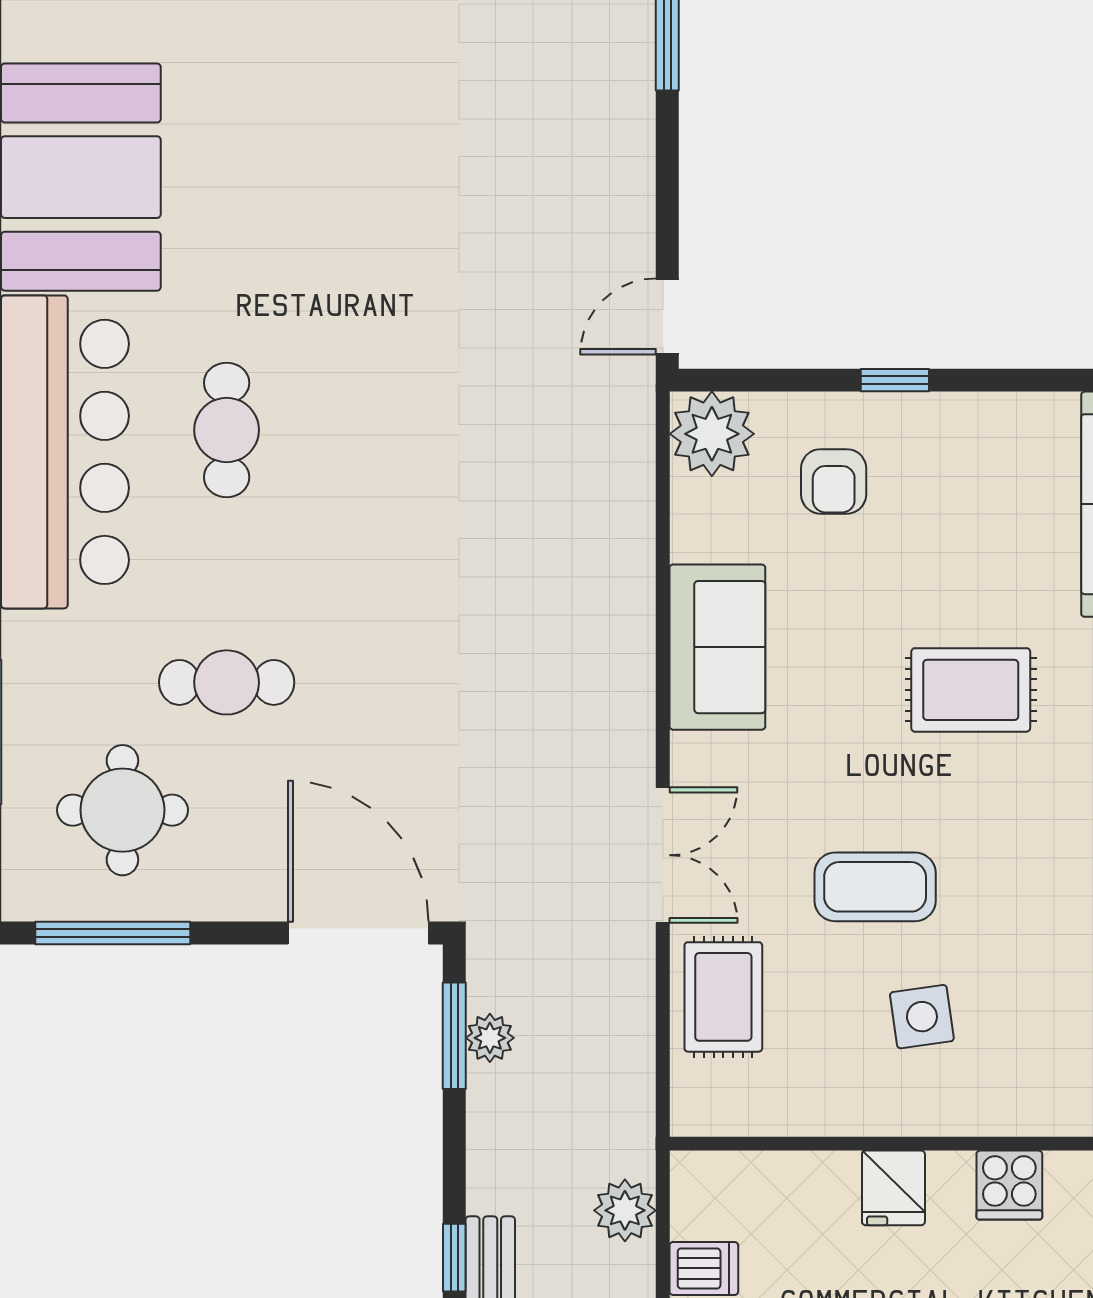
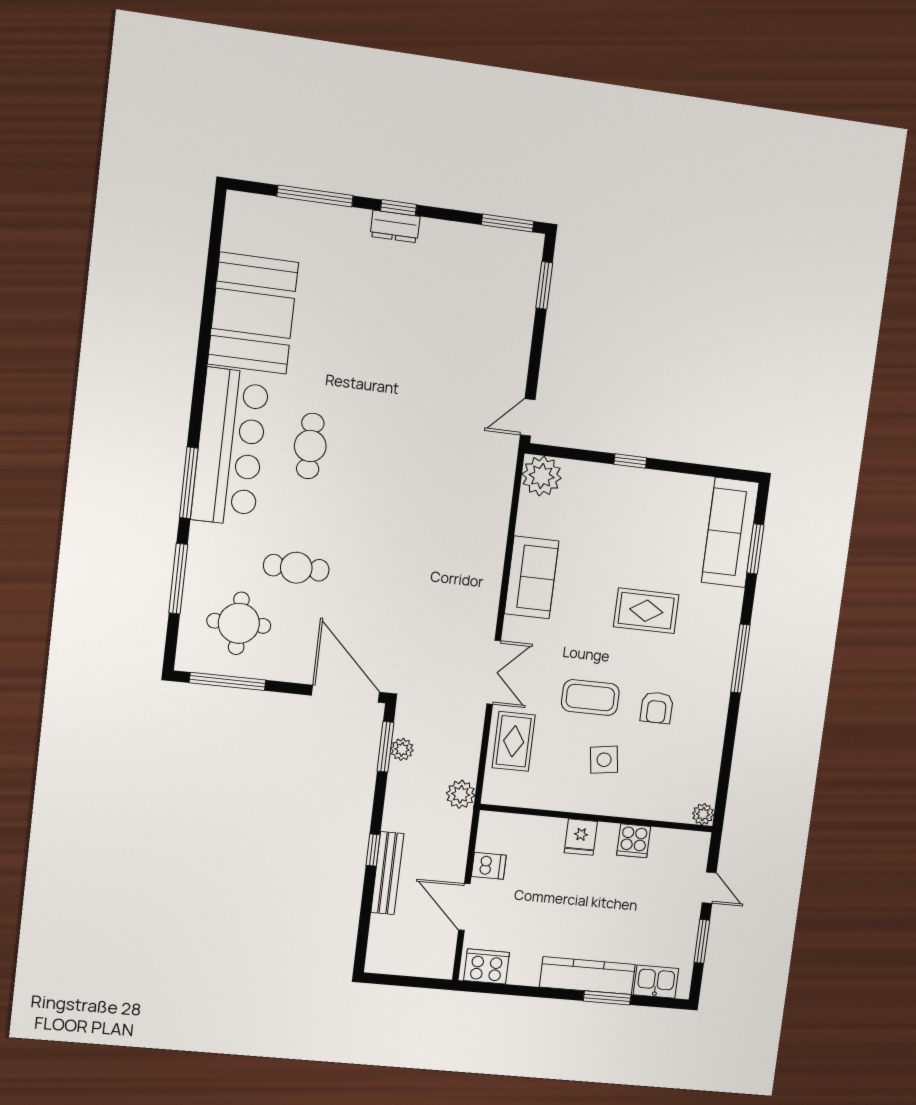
armchair: (834, 481) -> (657, 708), moved
plant: (625, 1210) -> (461, 794), moved

